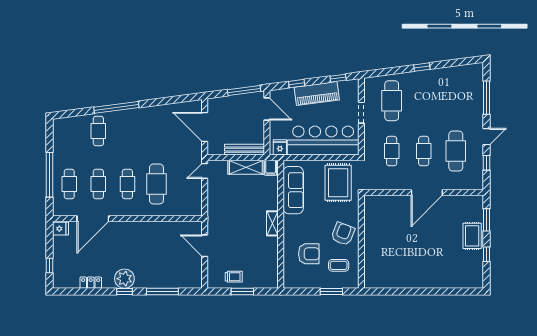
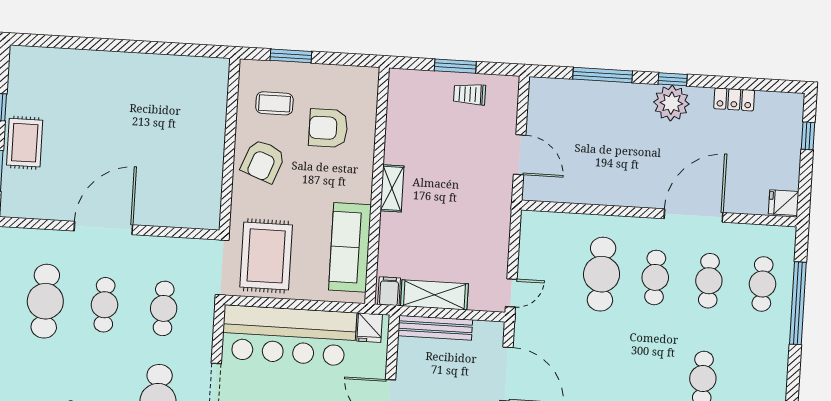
door: (93, 219) -> (693, 216), moved

